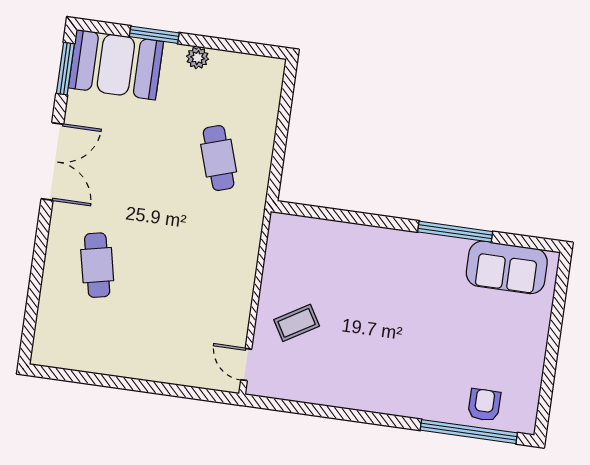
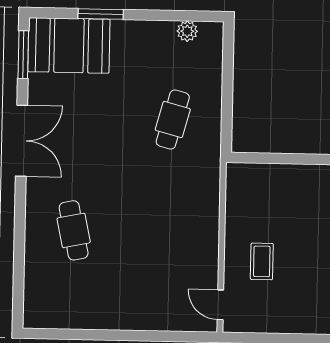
plant: (198, 58) -> (187, 31), moved
cafe table: (219, 158) -> (173, 120), turned 33
coffee table: (297, 323) -> (262, 261), turned -59

